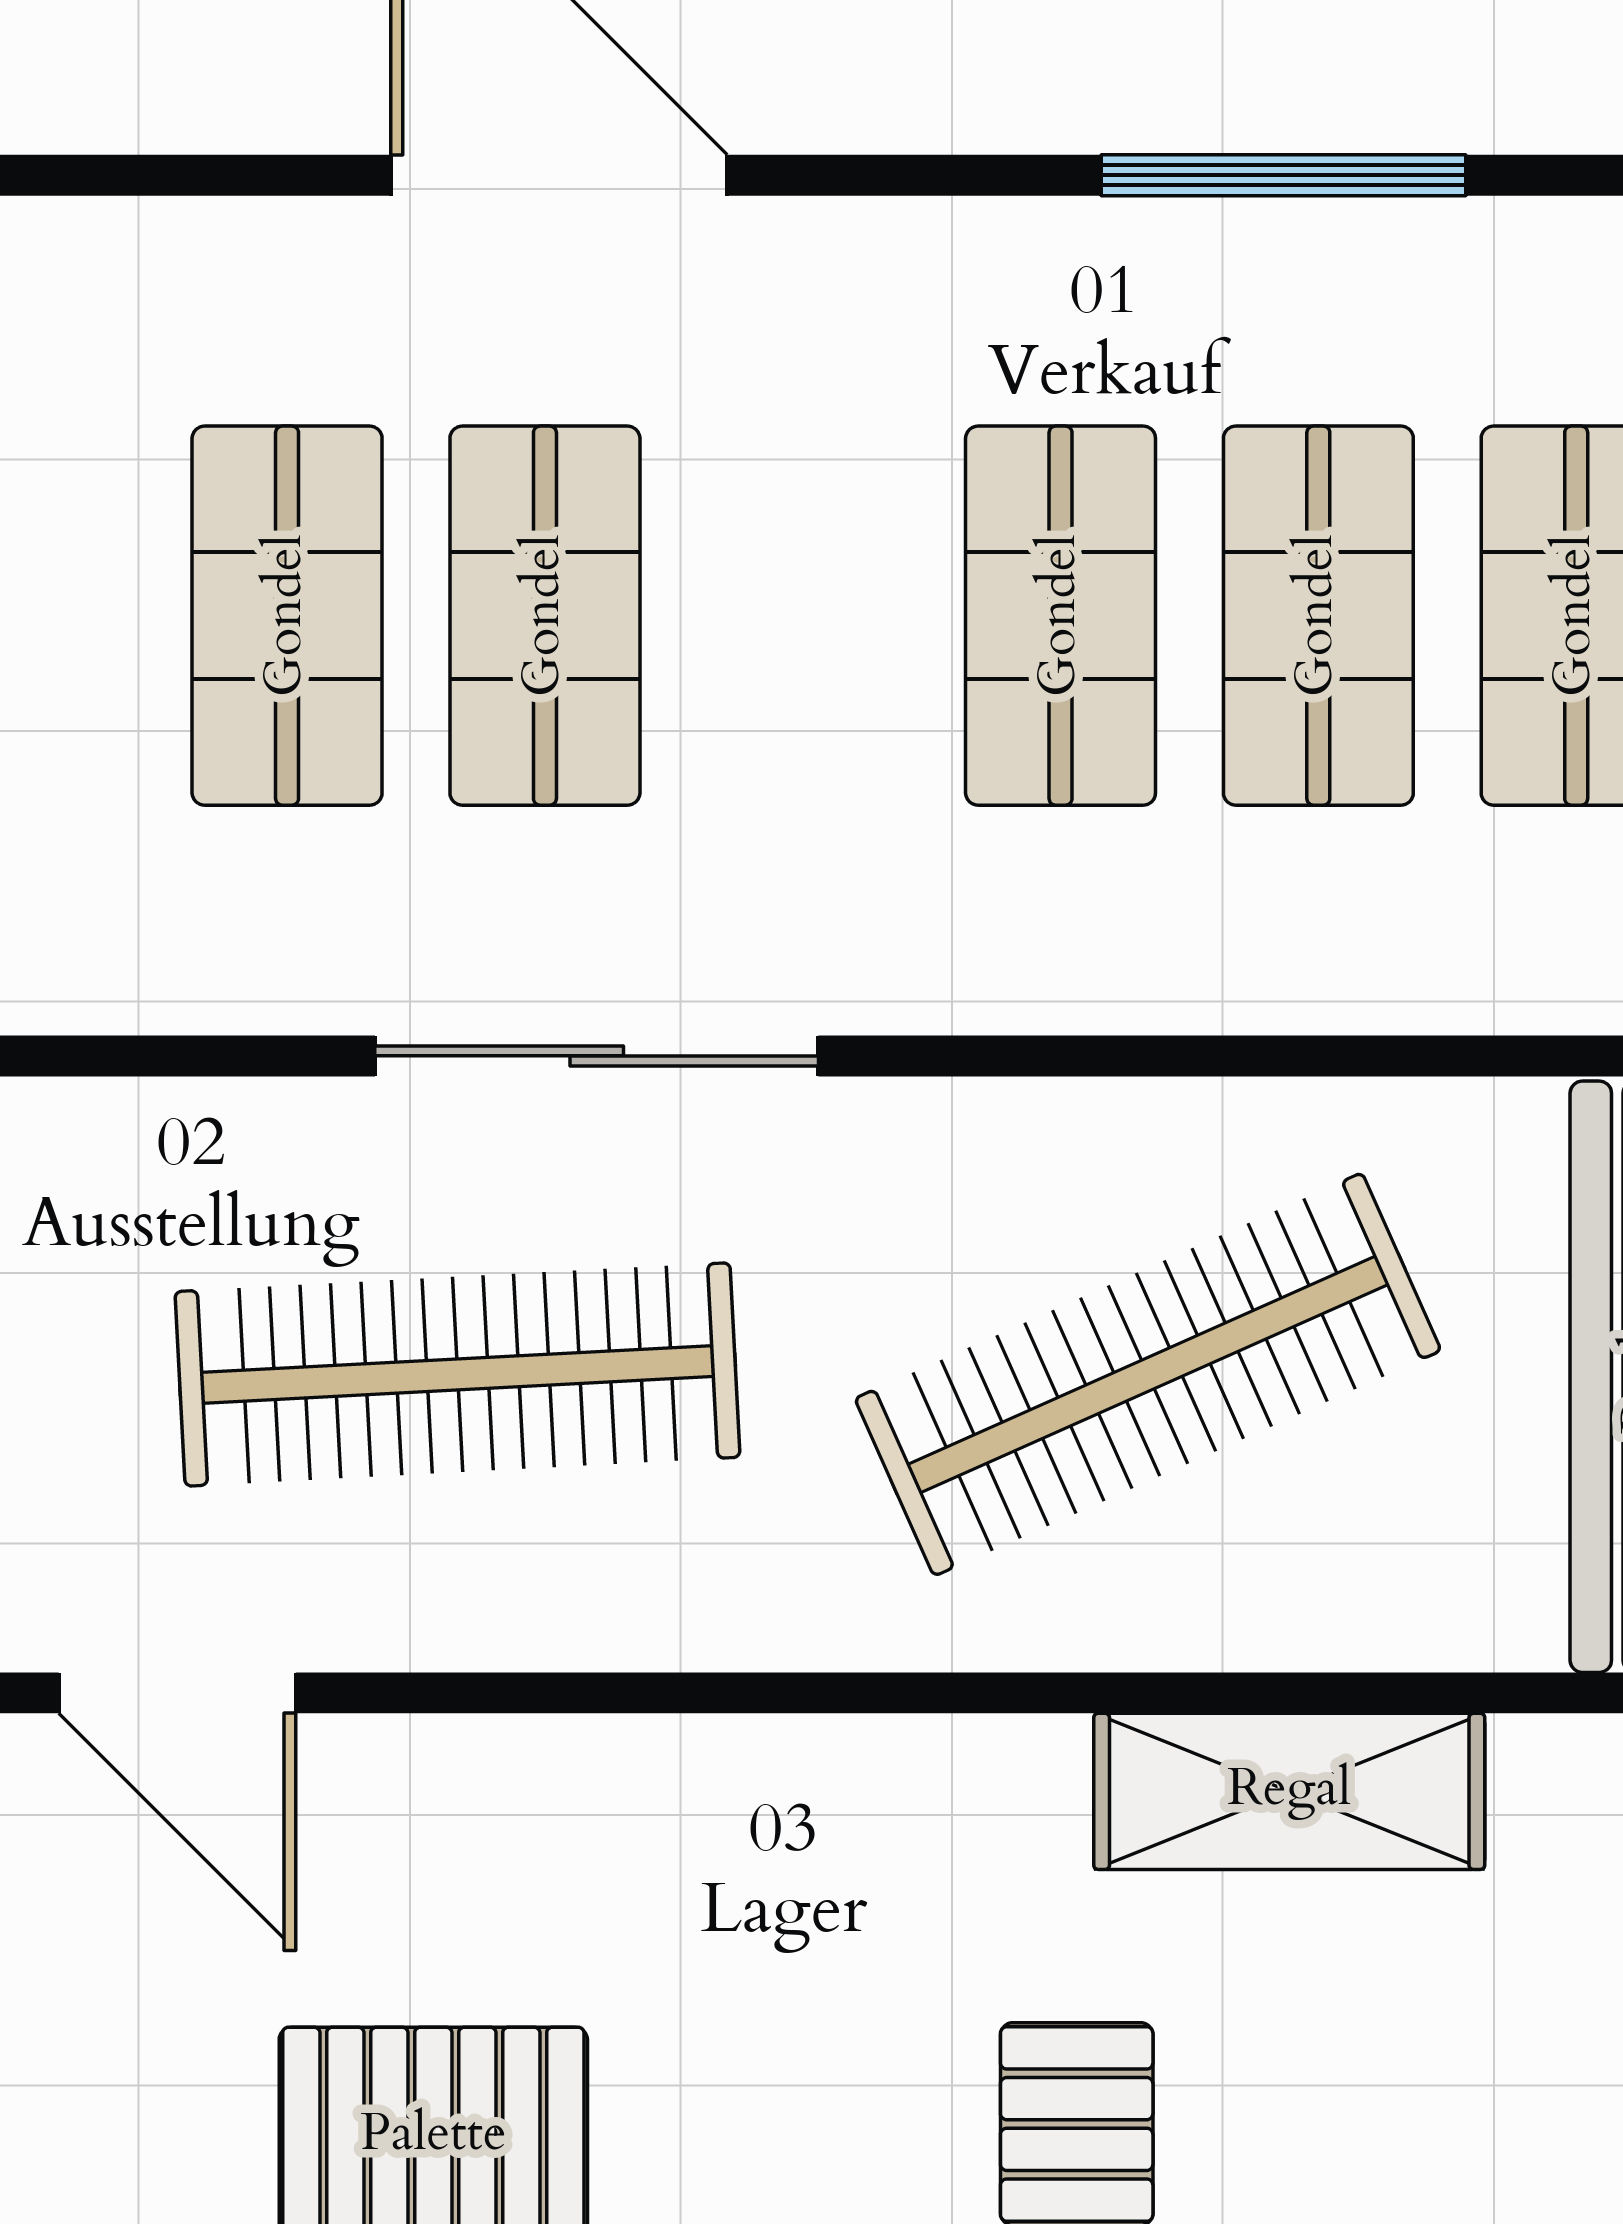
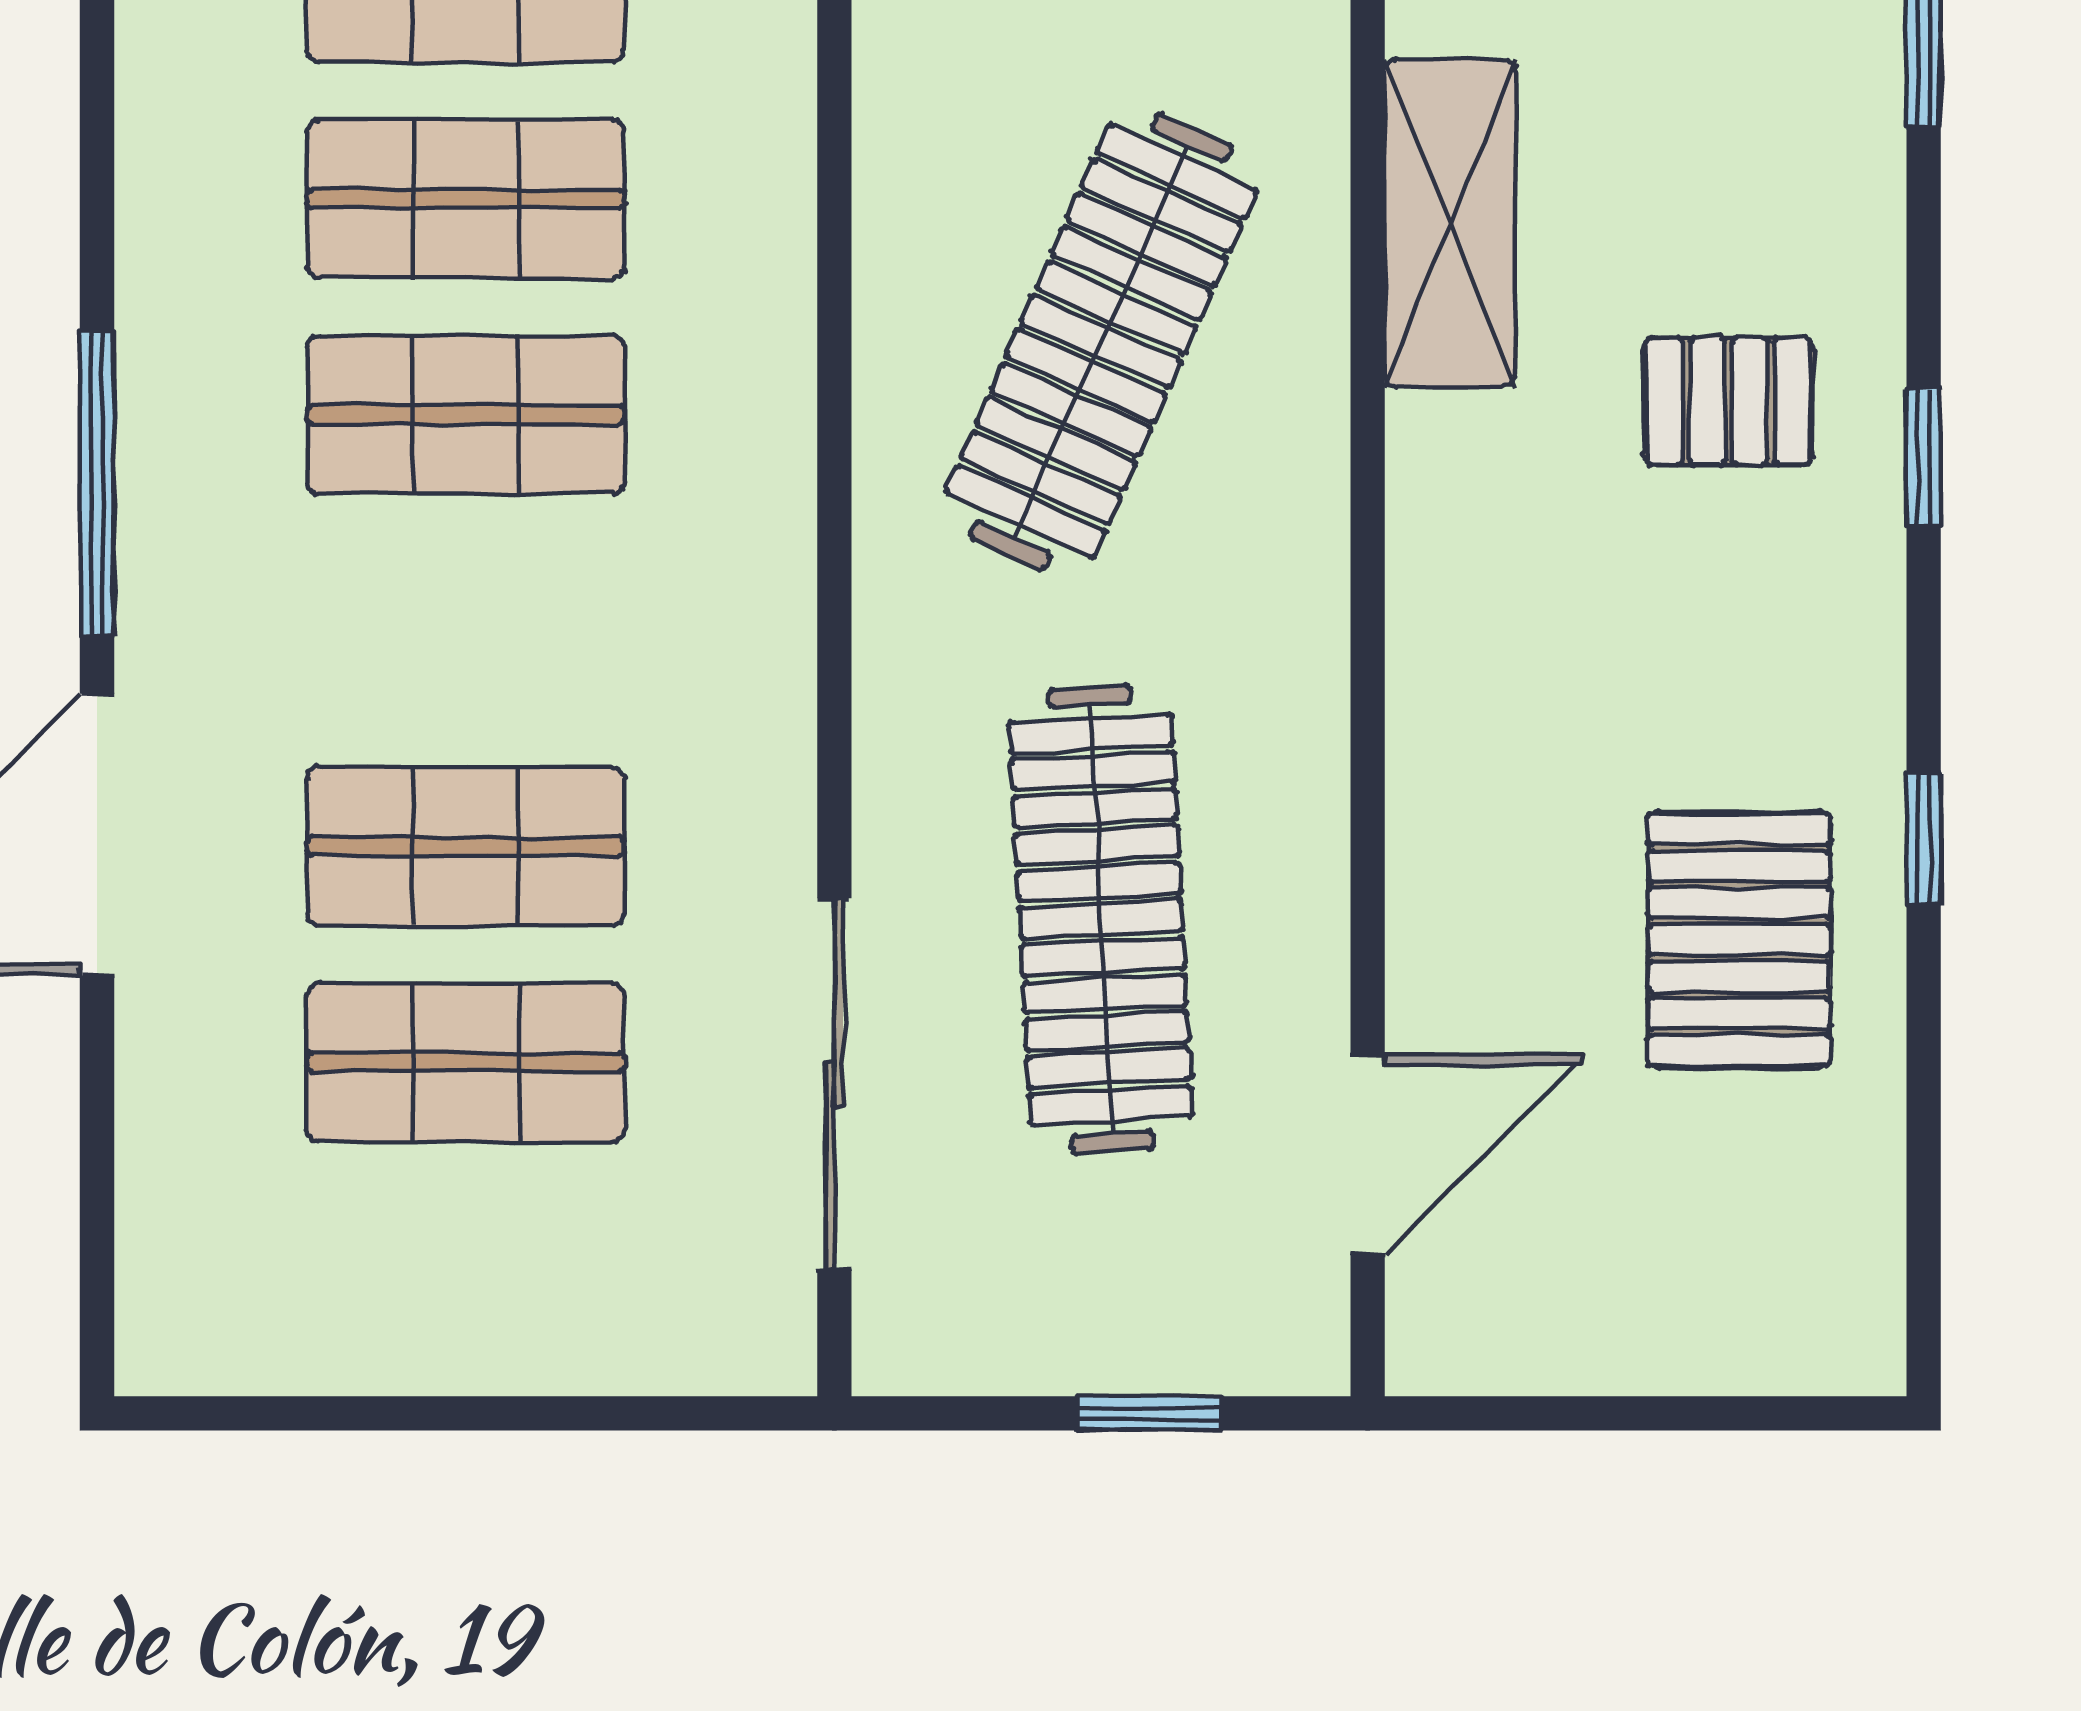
window: (1284, 175) -> (97, 483), moved
sliding door: (597, 1056) -> (834, 1084), moved
clothes rail: (1148, 1374) -> (1101, 341), turned 48

